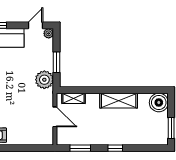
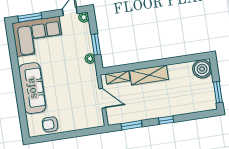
plant: (44, 80) -> (90, 59), width x0.53, depth x0.53
shelving: (119, 101) -> (149, 75), moved

